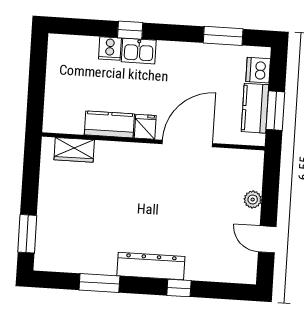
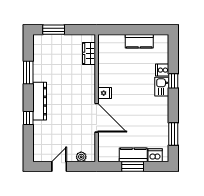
kitchen counter: (109, 124) -> (139, 41), moved, turned 90
fridge: (145, 127) -> (105, 93), moved
wall: (153, 141) -> (97, 98), moved
door: (187, 144) -> (97, 118), moved
wardrobe: (74, 150) -> (89, 53), moved

